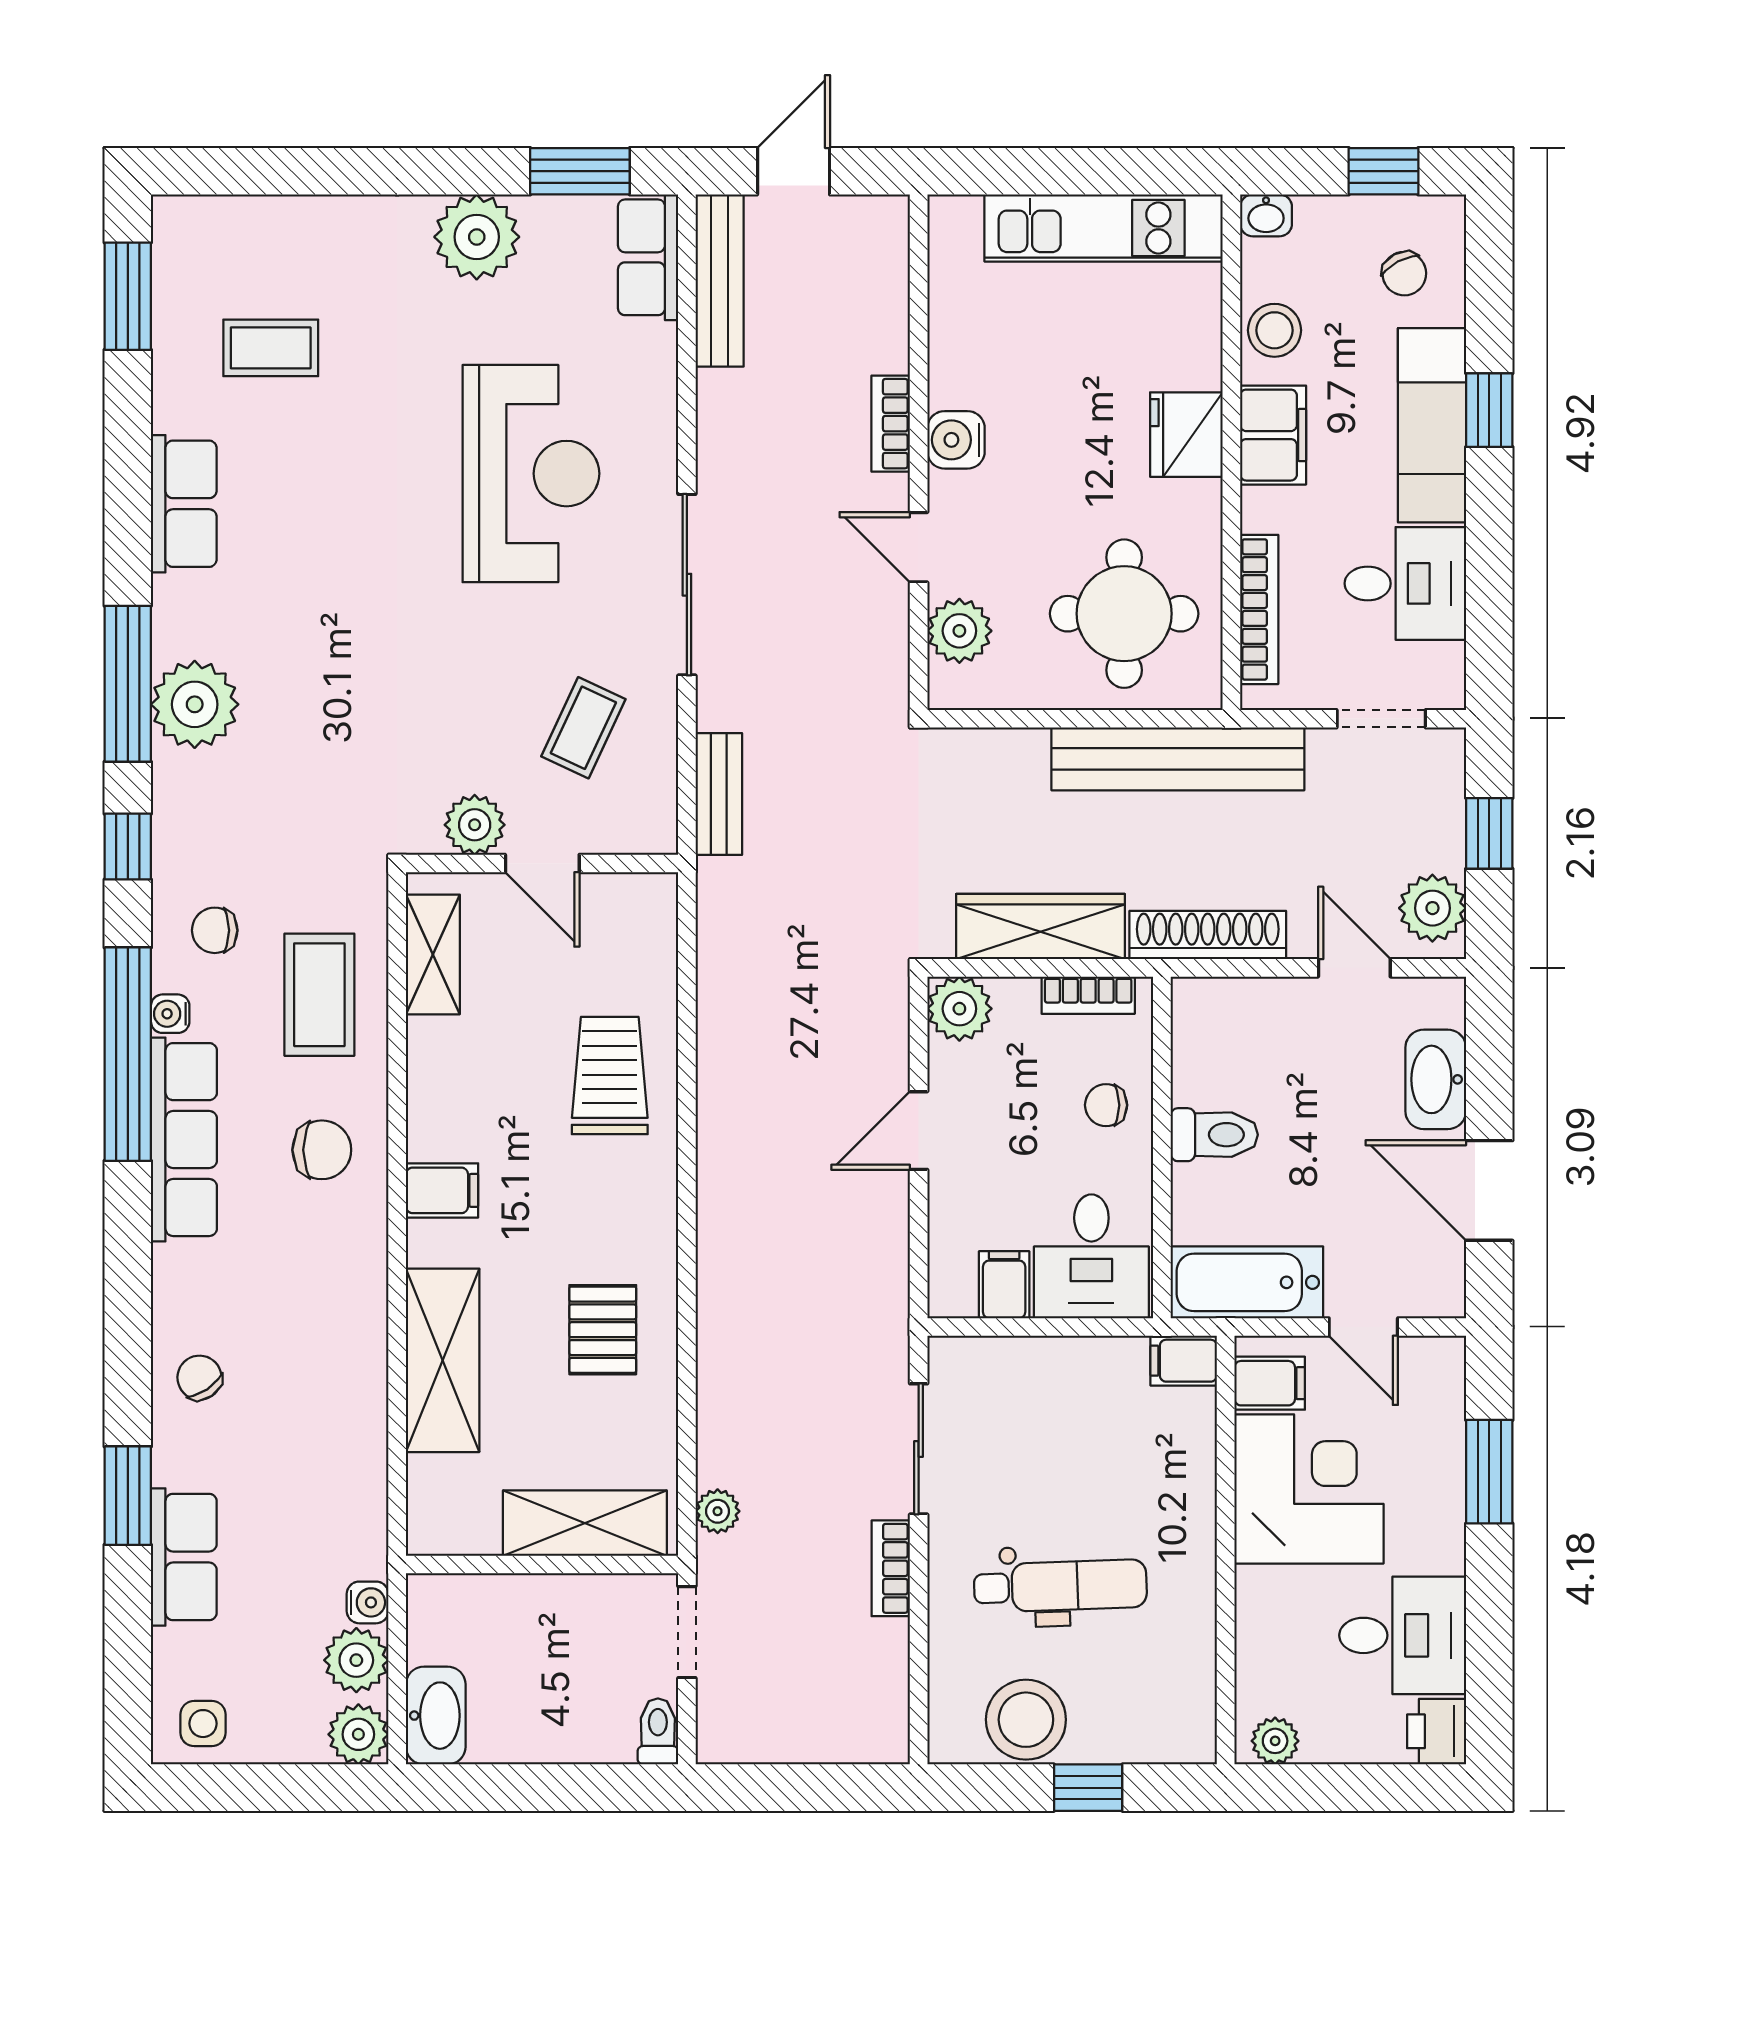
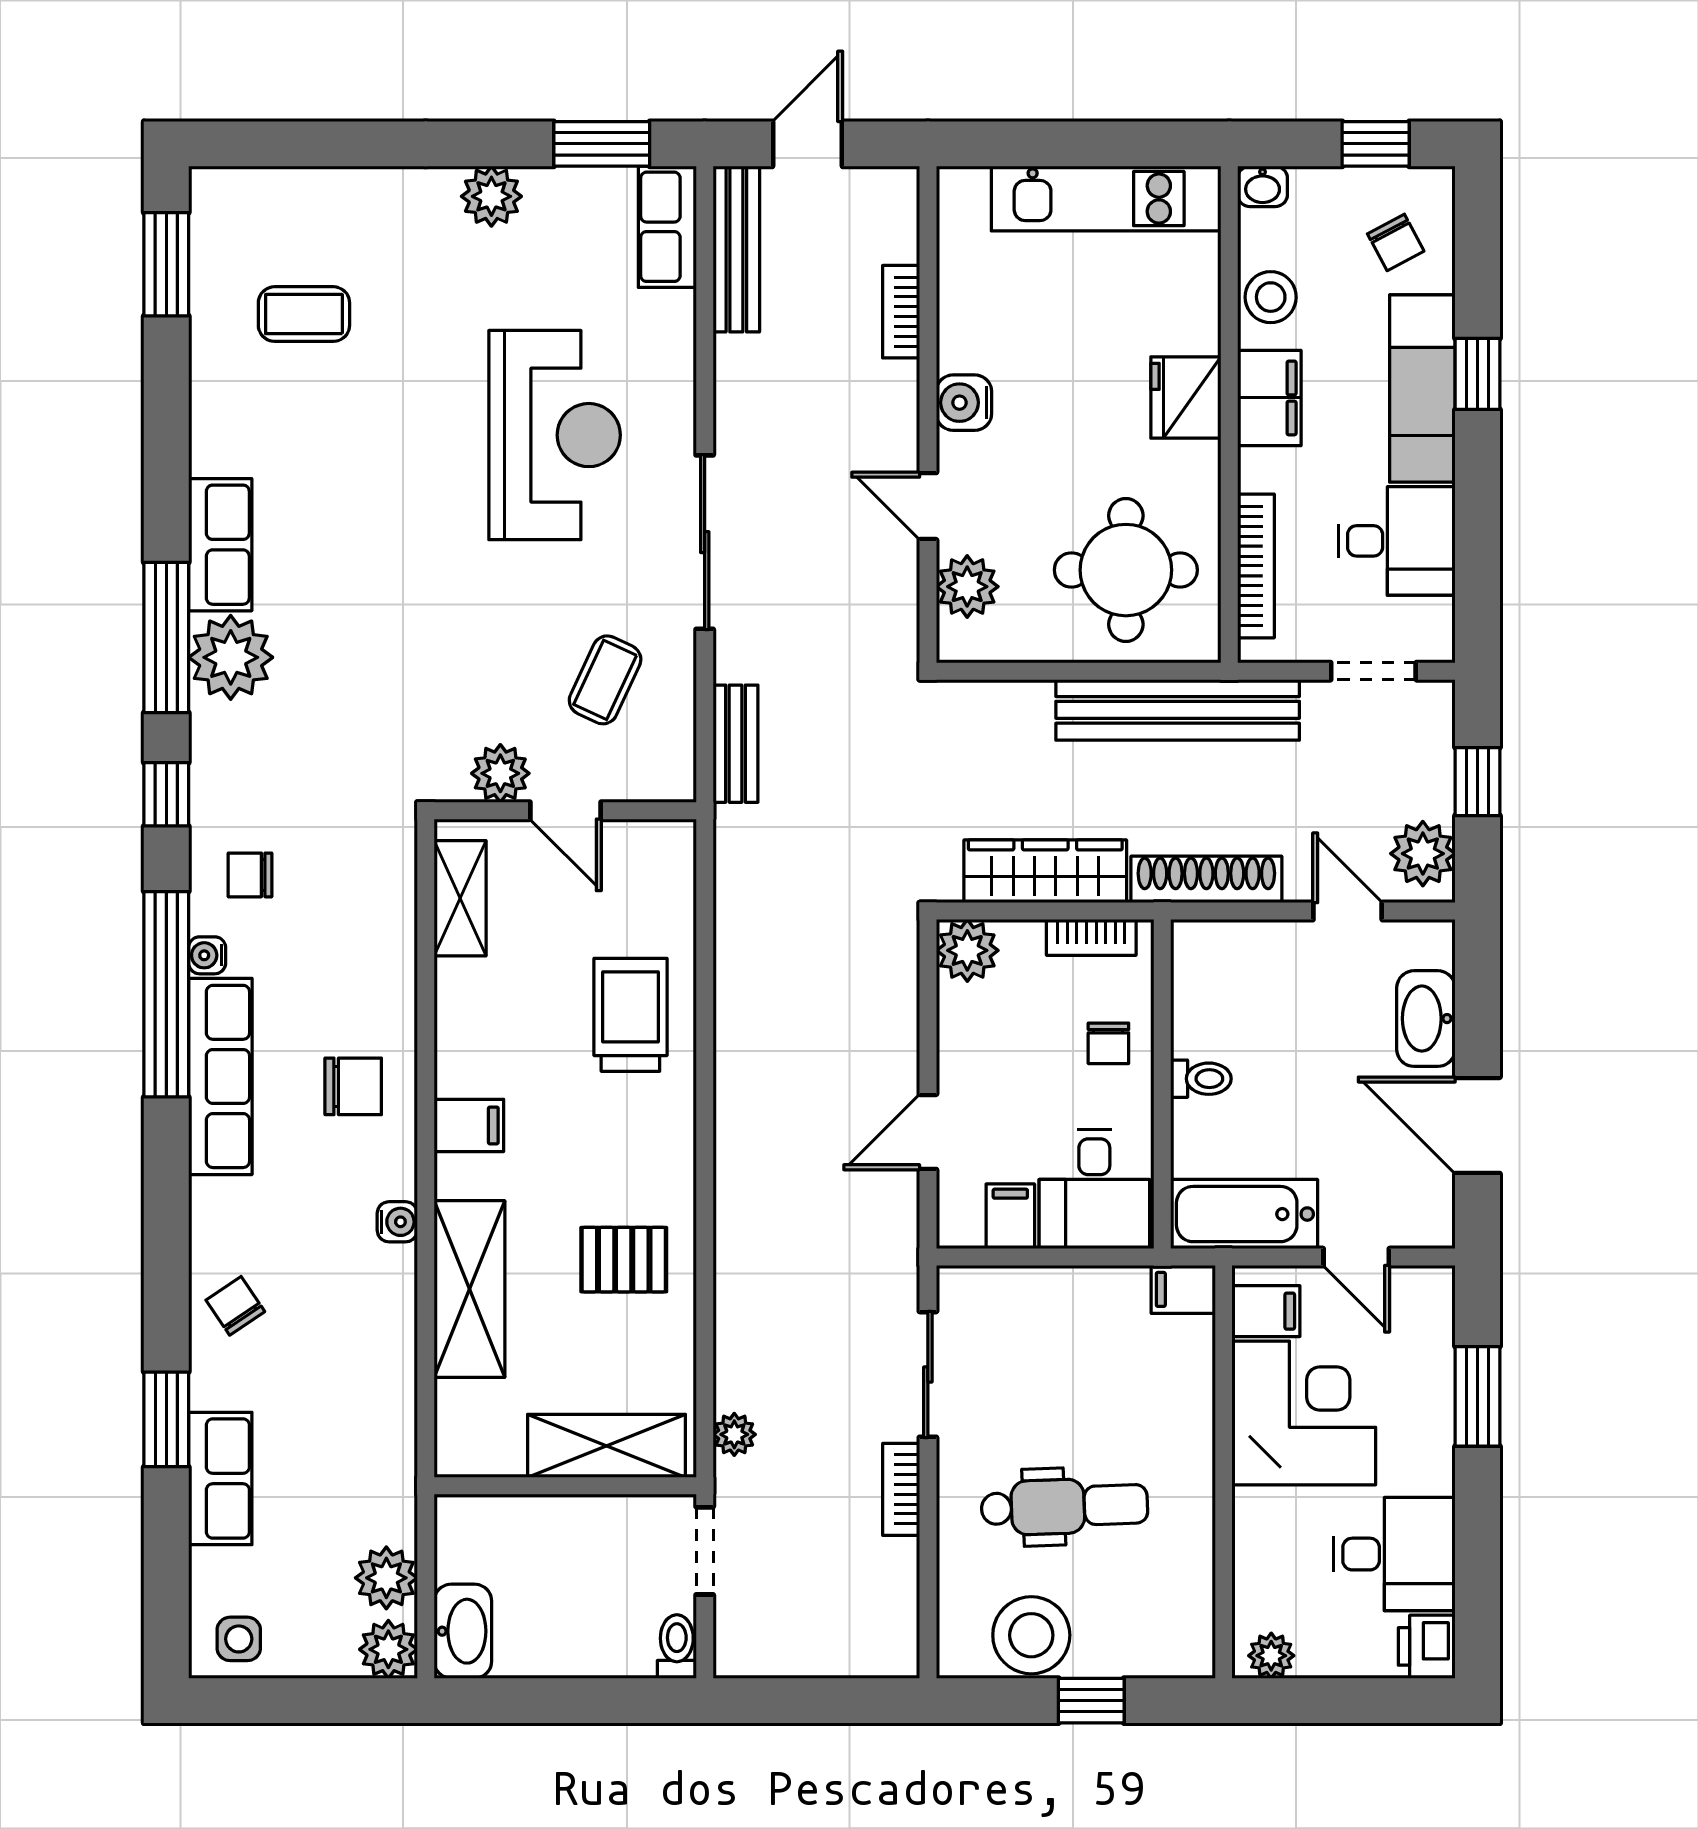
plant: (477, 237) -> (491, 196), width x0.73, depth x0.73
bookcase: (891, 424) -> (901, 312), moved
row of seats: (184, 504) -> (220, 545), moved
coffee table: (319, 995) -> (351, 937), removed
chair: (1106, 1105) -> (1108, 1043), turned -90
door: (919, 1131) -> (928, 1132), moved
toilet: (1214, 1135) -> (1201, 1079), width x0.73, depth x0.72
pallet: (603, 1330) -> (624, 1260), turned 90
water cooler: (368, 1602) -> (397, 1222), moved

